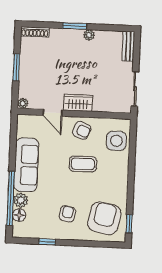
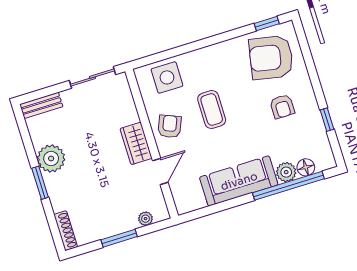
plant: (89, 35) -> (51, 159), width x1.88, depth x1.88
plant: (23, 103) -> (146, 219), moved
armchair: (67, 214) -> (282, 106), turned -101

